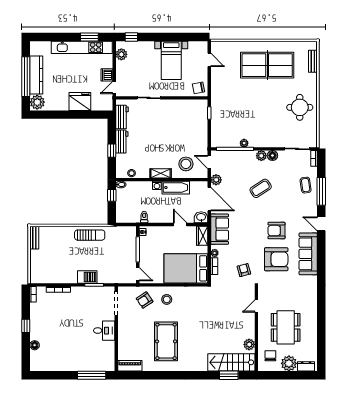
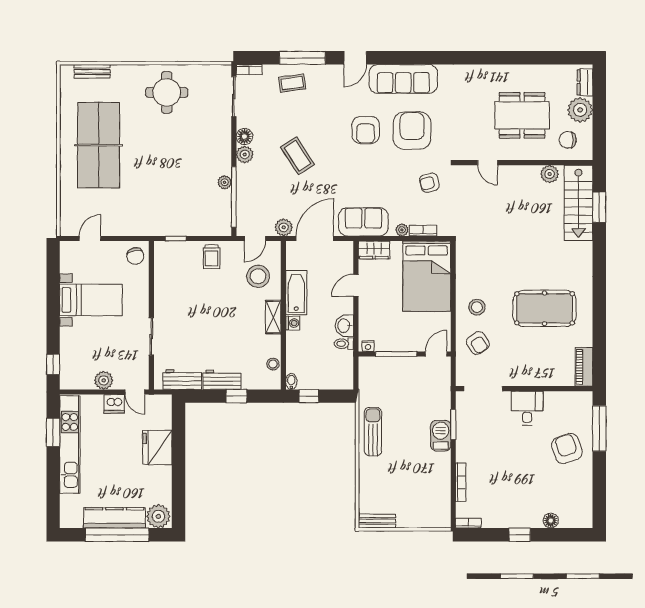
plant: (121, 54) -> (104, 380), moved
trolley: (198, 135) -> (212, 257), added
washbasin: (201, 217) -> (344, 326), moved
armchair: (79, 355) -> (567, 448), added

